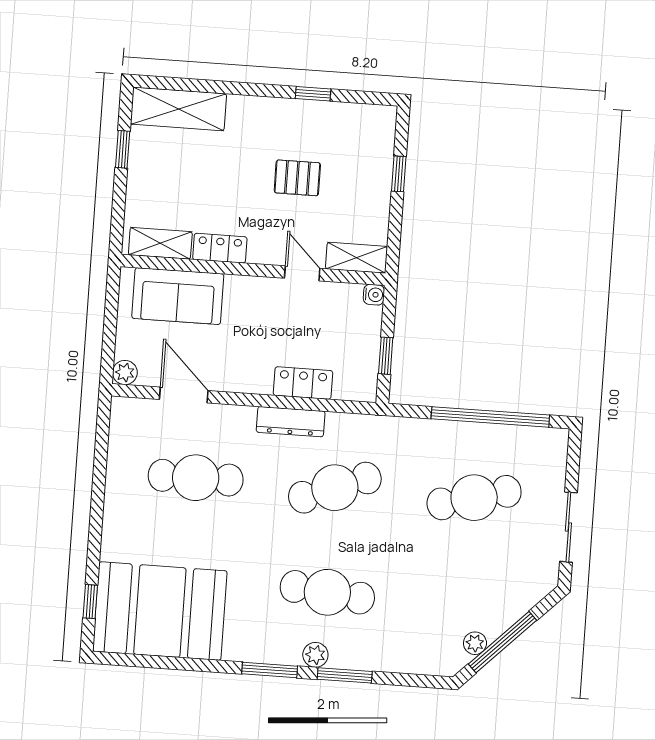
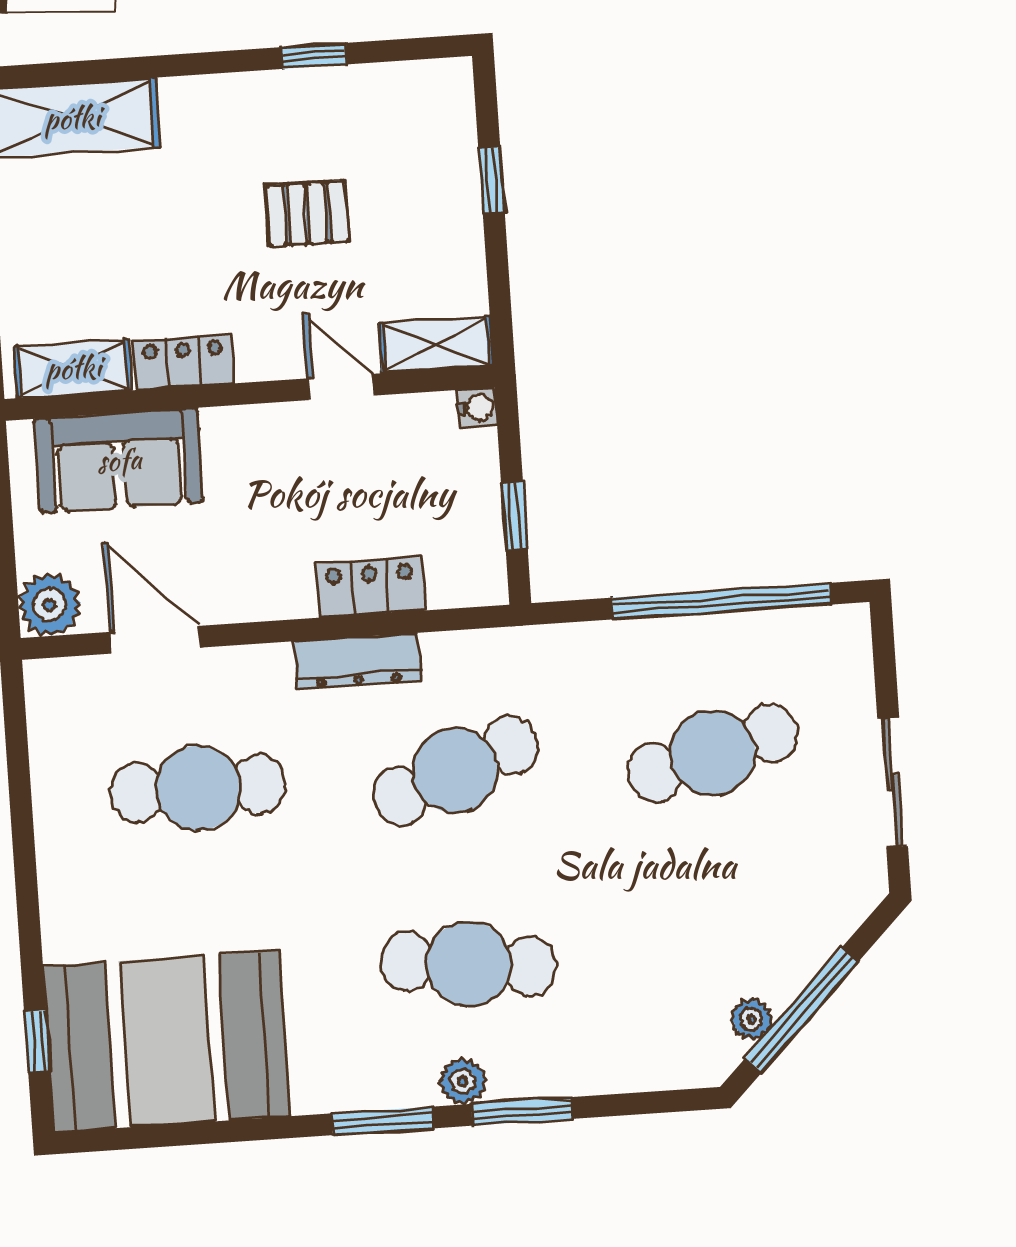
plant: (125, 372) -> (50, 605), width x1.38, depth x1.38

